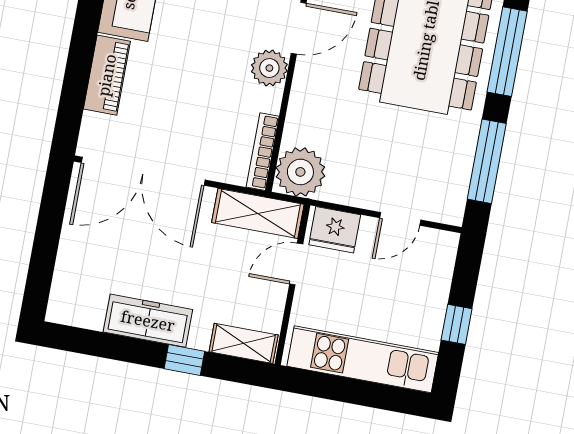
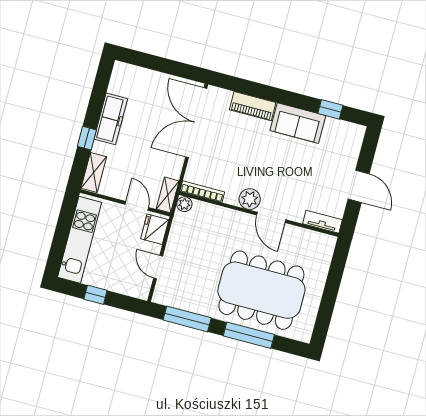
plant: (300, 172) -> (184, 204), width x0.53, depth x0.53
shelving: (258, 213) -> (168, 195), width x0.67, depth x0.75

